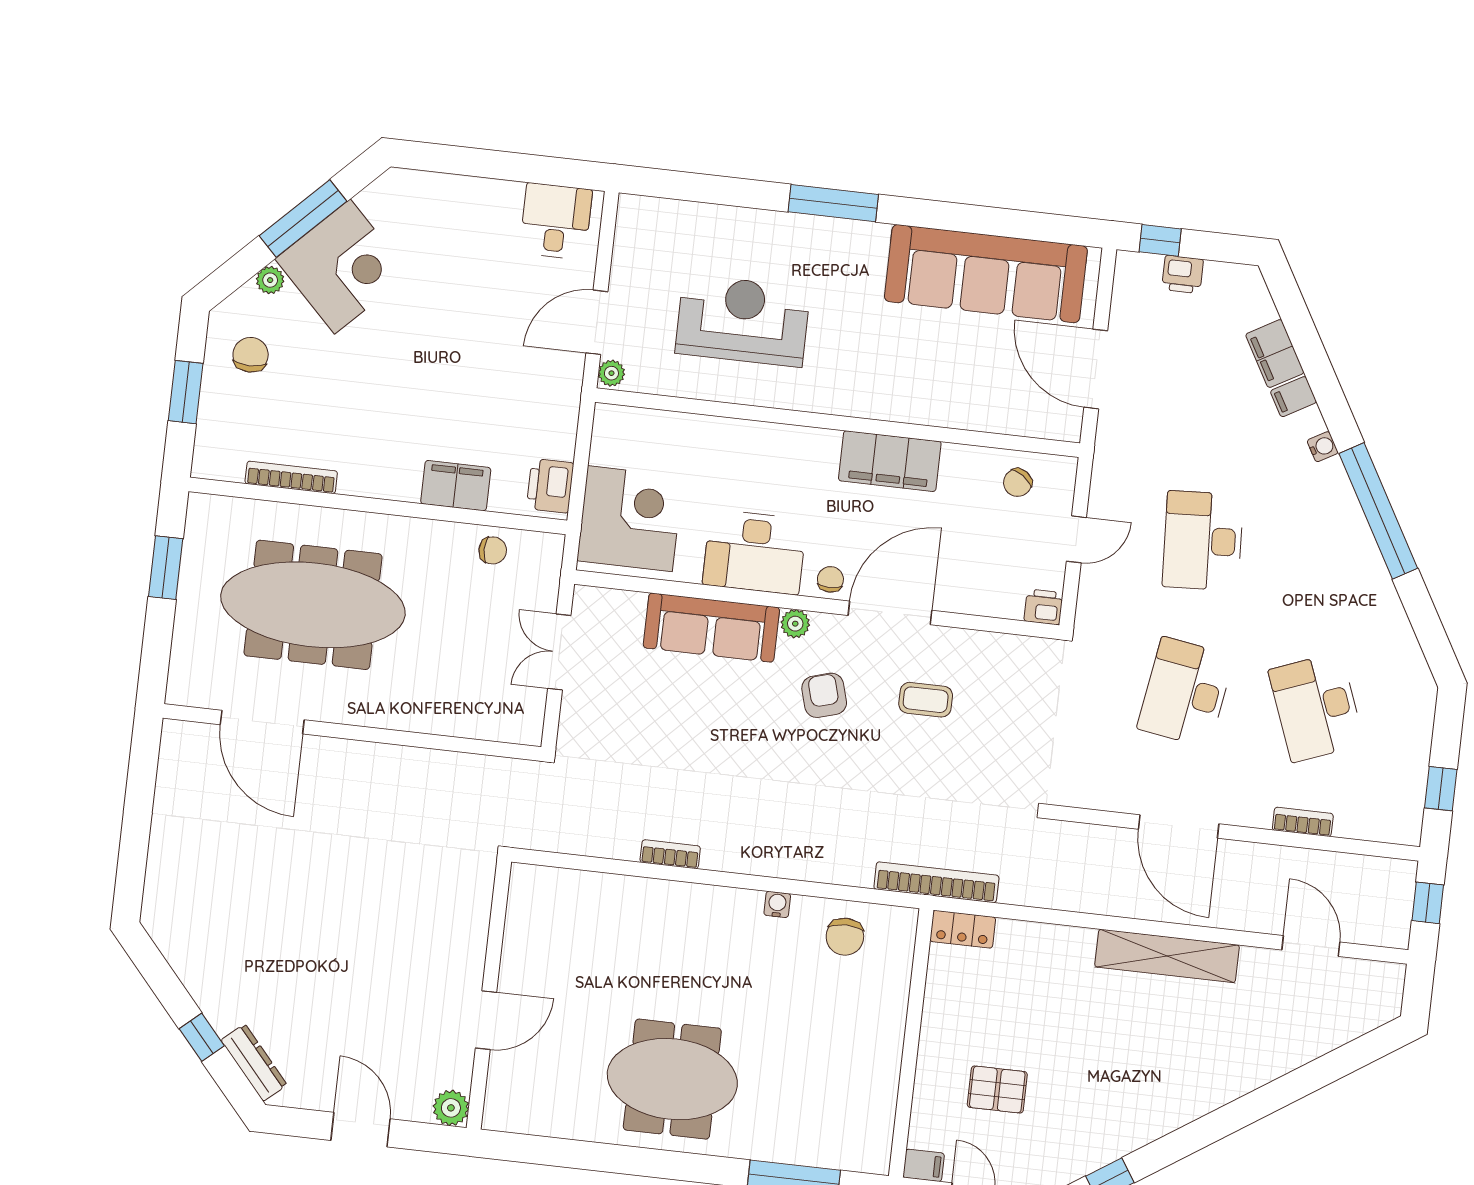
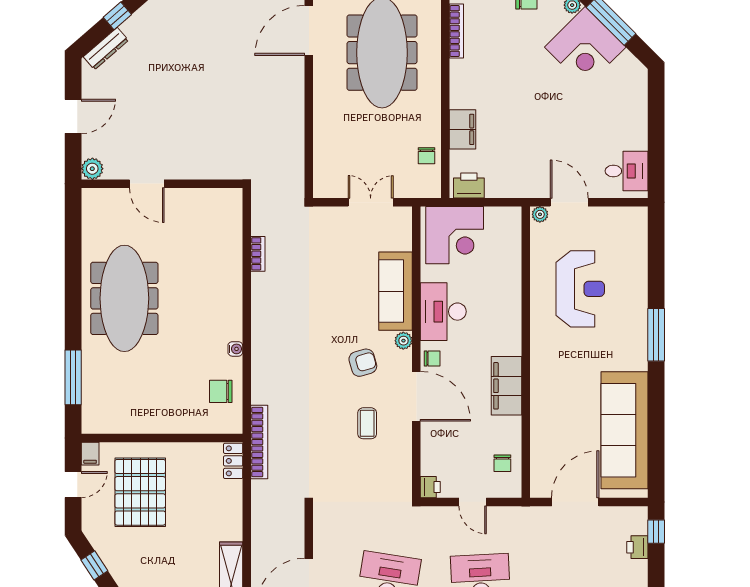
chair: (1018, 483) -> (502, 463), turned -125
bookcase: (670, 854) -> (258, 254), moved
meeting table: (672, 1079) -> (124, 298), width x1.36
pallet: (997, 1090) -> (140, 492), width x2.05, depth x2.00

